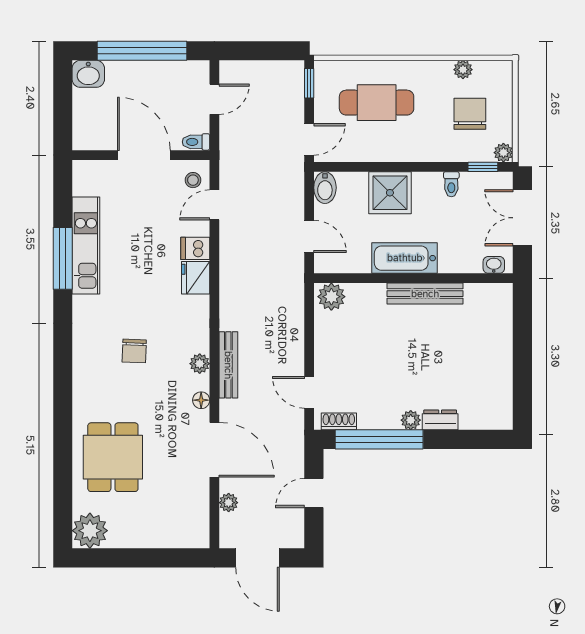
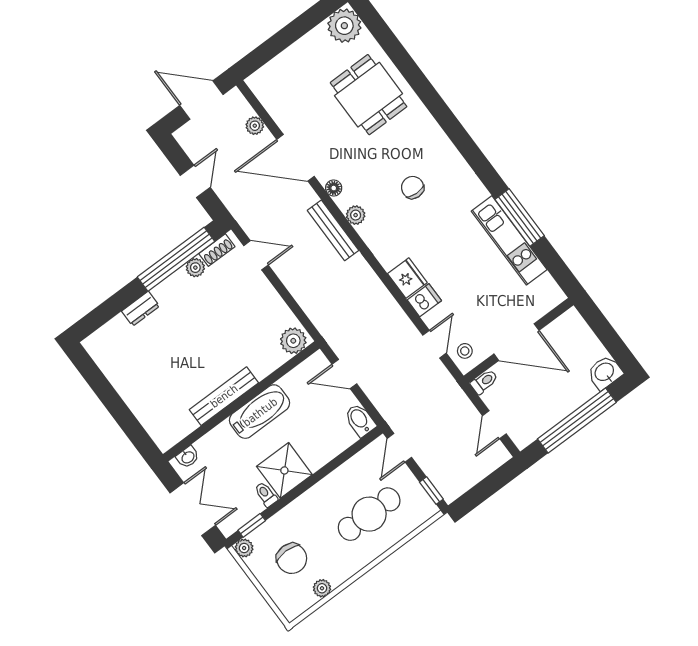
shower: (390, 193) -> (284, 470), moved
plant: (411, 420) -> (195, 268), moved

